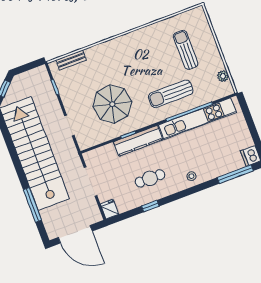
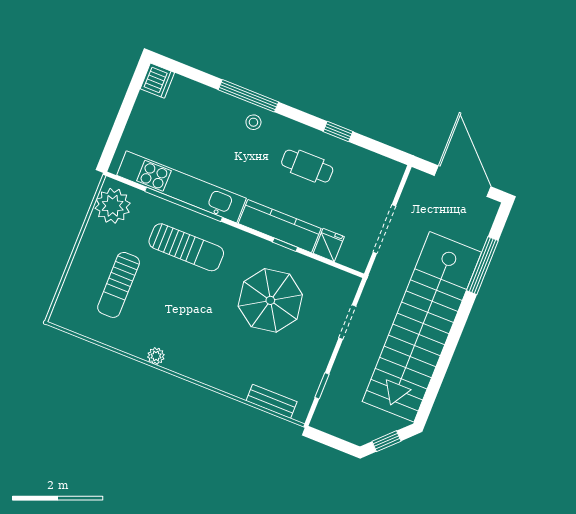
plant: (140, 34) -> (156, 356), added
plant: (223, 76) -> (113, 206), width x1.87, depth x1.87
window: (235, 174) -> (248, 96), moved
fridge: (110, 209) -> (329, 245), moved, turned 180

